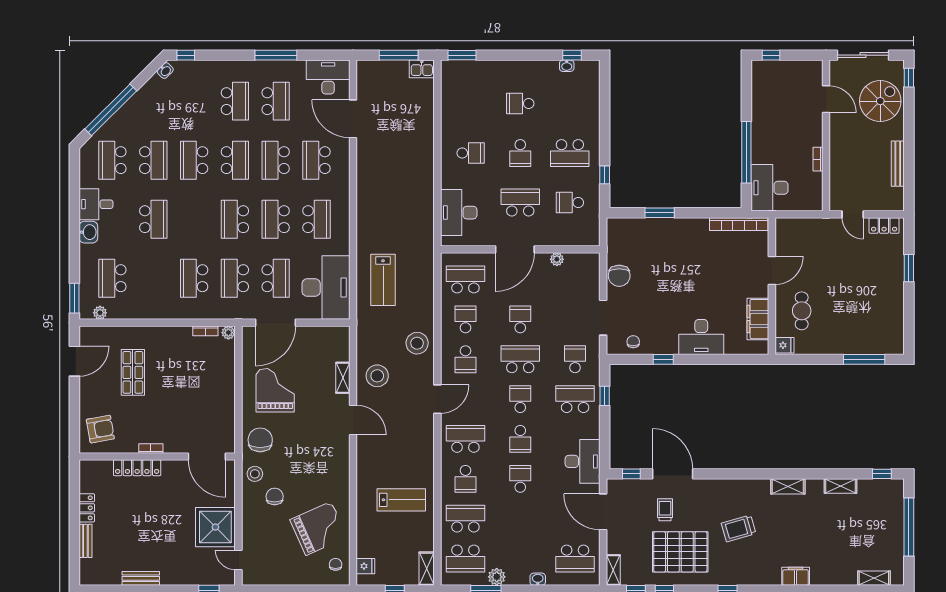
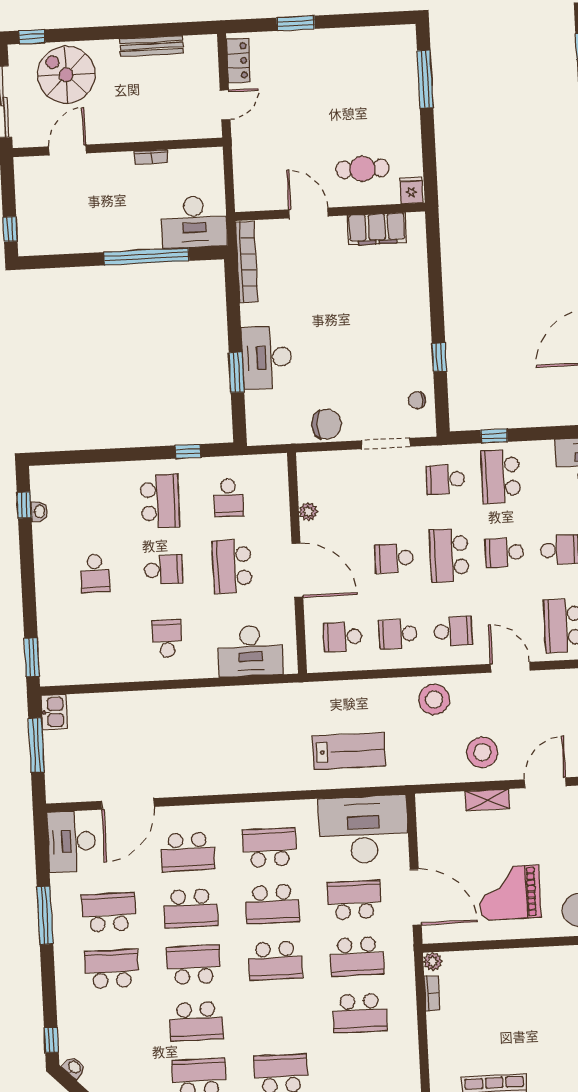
school desk: (465, 280) -> (343, 637), width x0.54
desk: (701, 337) -> (267, 357), moved, turned 180

